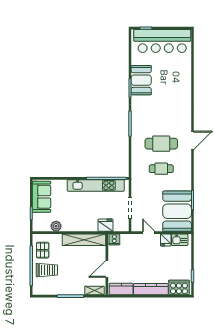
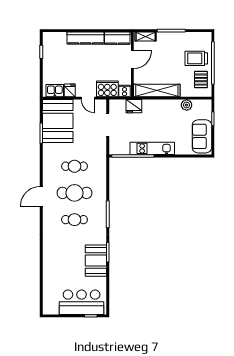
bar counter: (162, 41) -> (82, 302), width x0.73
cafe table: (161, 119) -> (75, 220), added
kitchen unit: (96, 185) -> (152, 148), width x0.73
cooker: (179, 288) -> (107, 89), moved, turned 180

